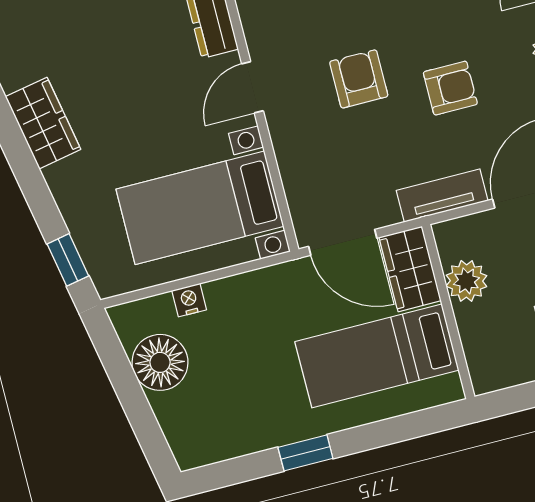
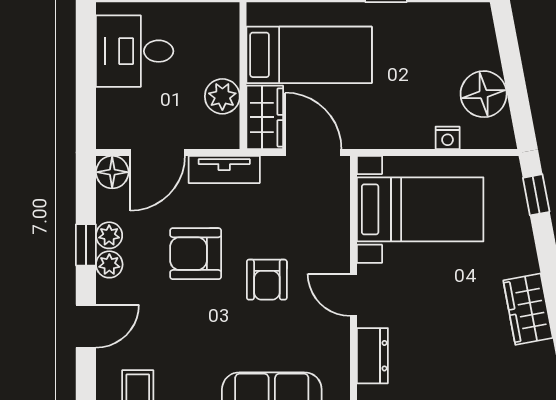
door: (252, 87) -> (353, 295), swing flipped
armchair: (450, 88) -> (196, 254), width x1.38, depth x1.38

